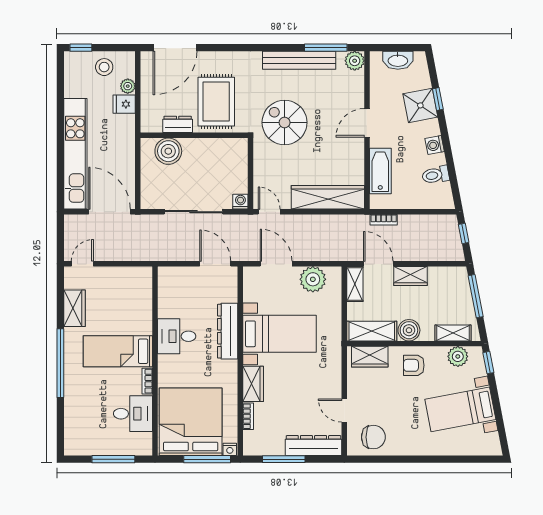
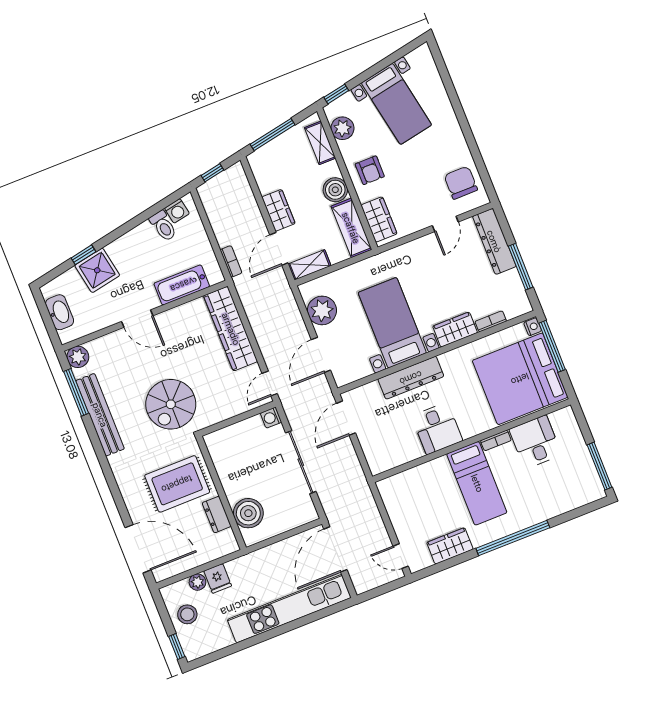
washing machine: (435, 145) -> (177, 211), moved
window: (113, 459) -> (600, 466), moved

